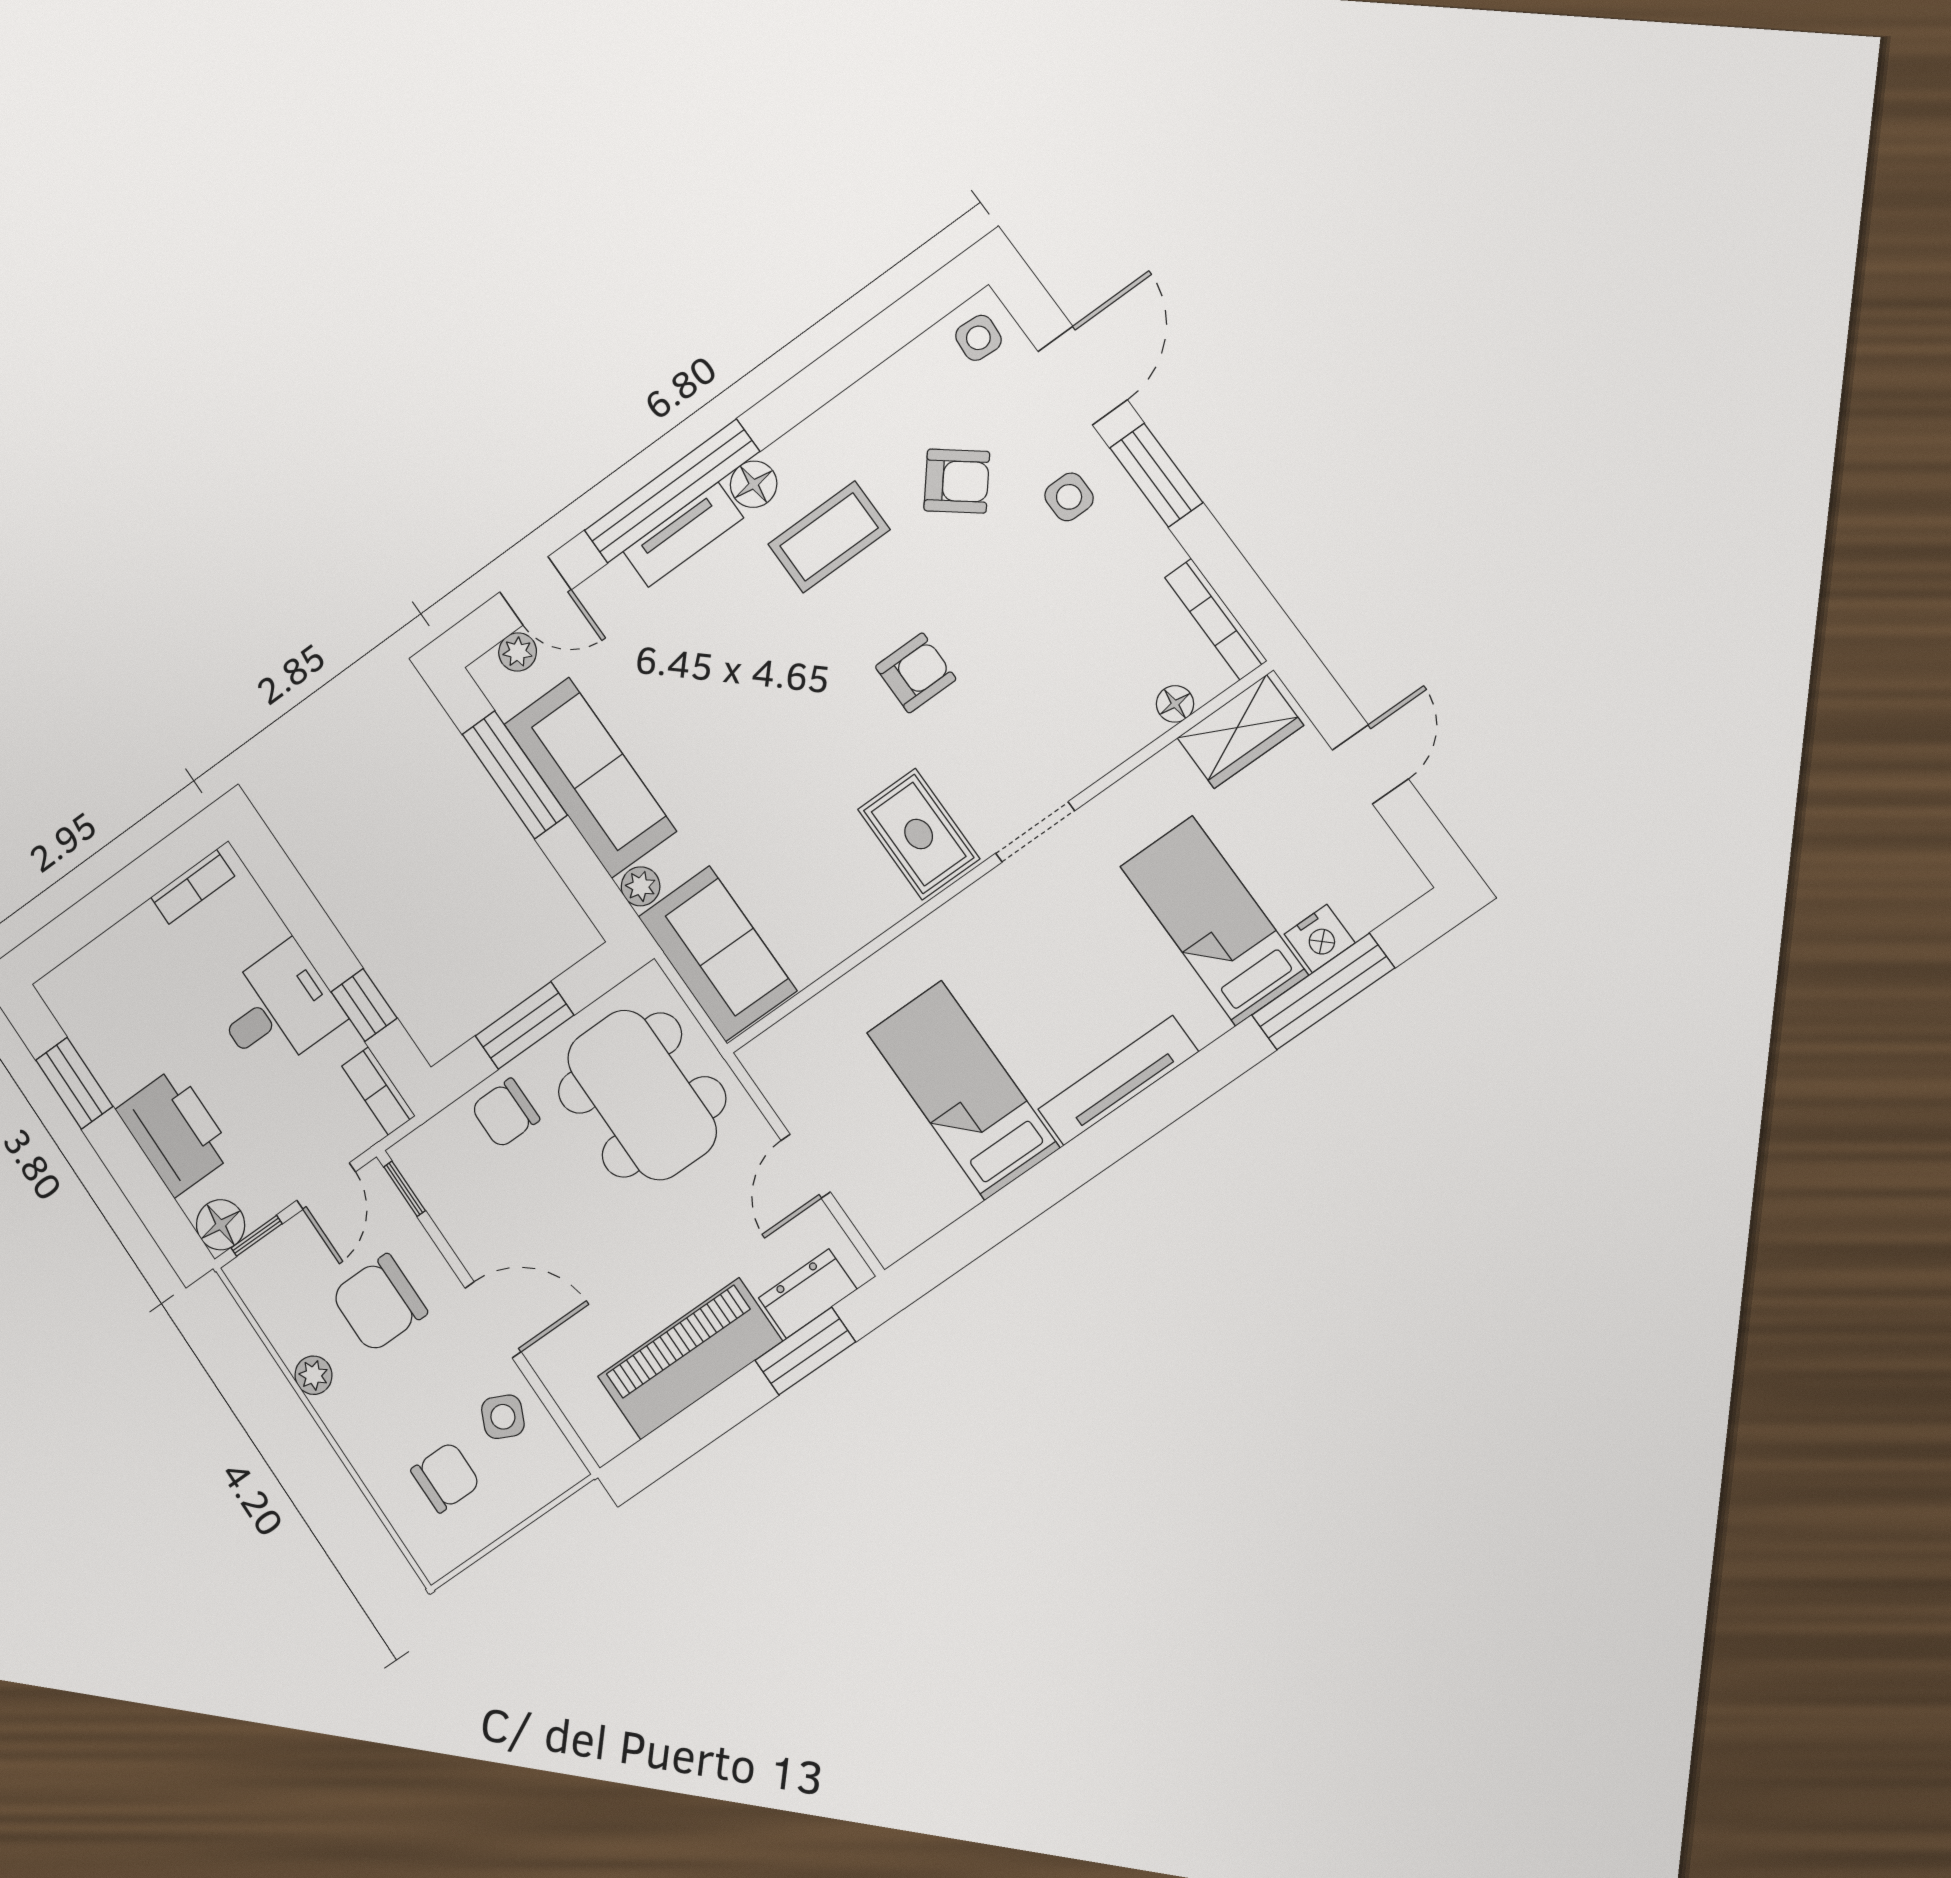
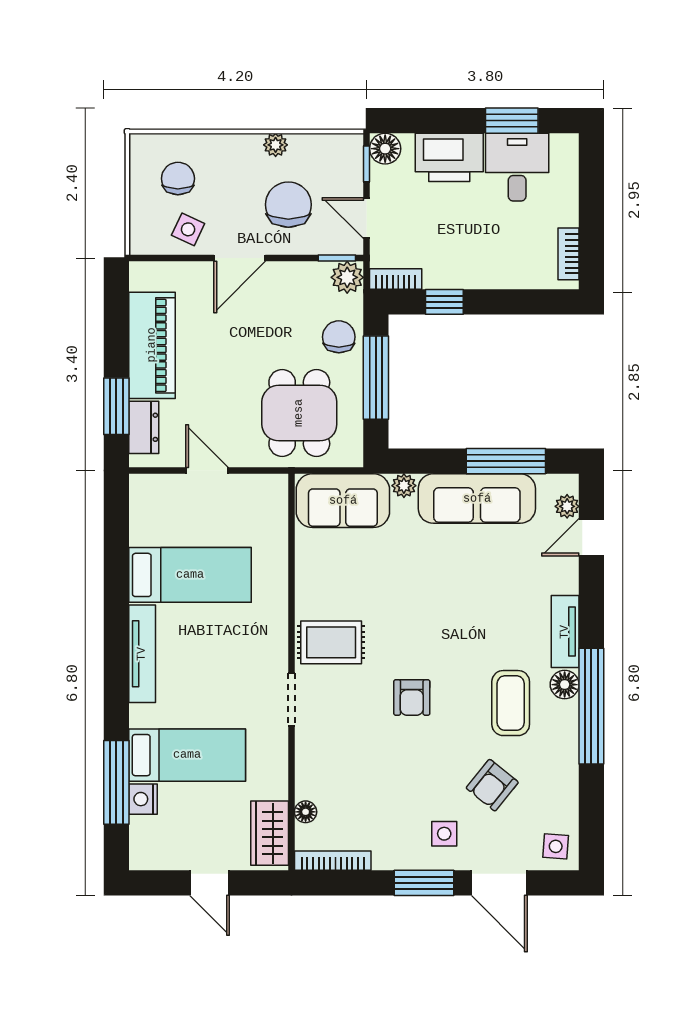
window: (672, 491) -> (591, 706), moved
desk: (277, 1008) -> (517, 167), moved, turned 180
window: (525, 1025) -> (376, 378), width x1.44
dining table: (642, 1095) -> (299, 413), width x0.73
plant: (420, 1157) -> (347, 277), added
chair: (446, 1477) -> (178, 179), turned 180

